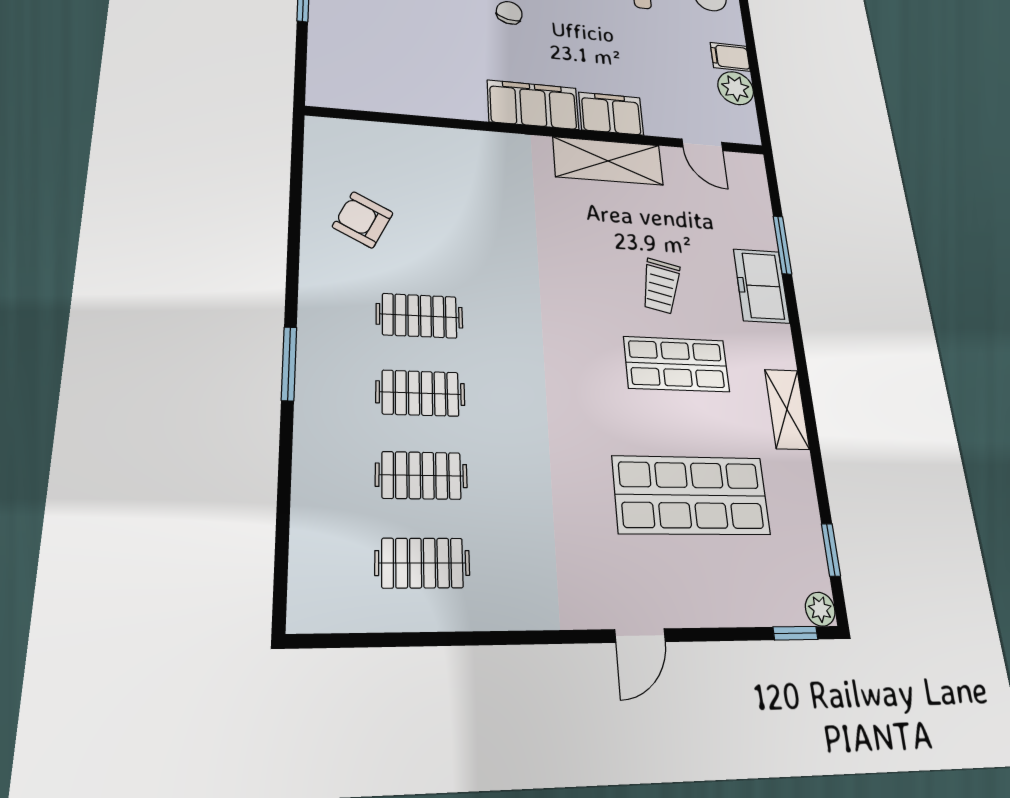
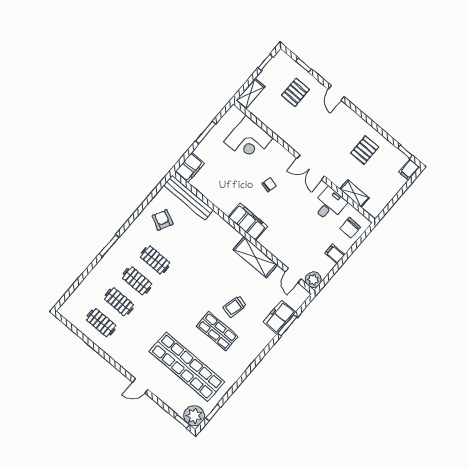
plant: (736, 88) -> (313, 280), moved
filing cabinet: (611, 114) -> (190, 168), moved, turned 90
bench: (378, 138) -> (188, 198), added
freezer: (761, 286) -> (279, 317), moved
shelving: (787, 409) -> (238, 369), removed
shop shelf: (691, 495) -> (187, 367), width x1.40
plant: (820, 609) -> (194, 416), width x1.88, depth x1.88

